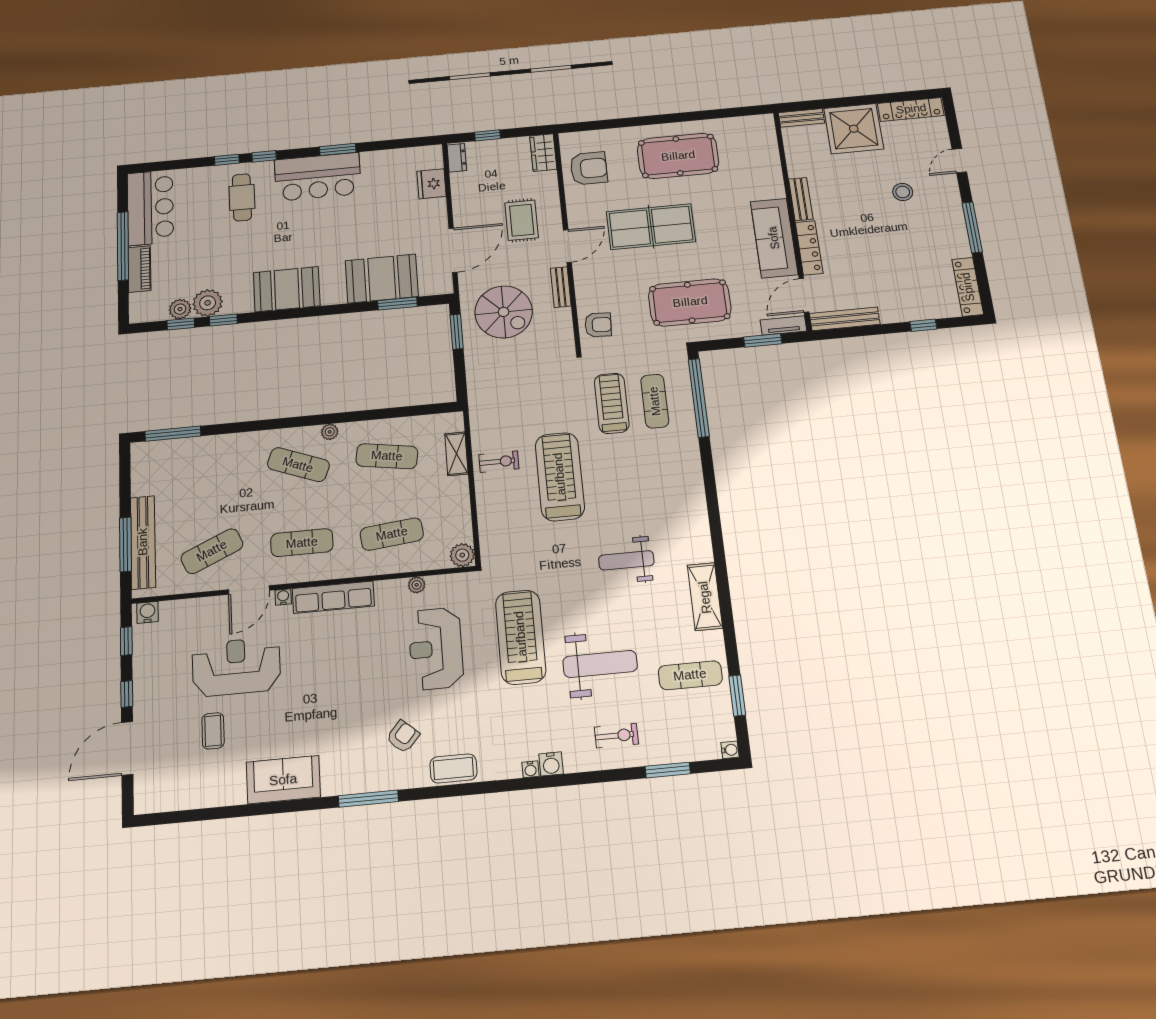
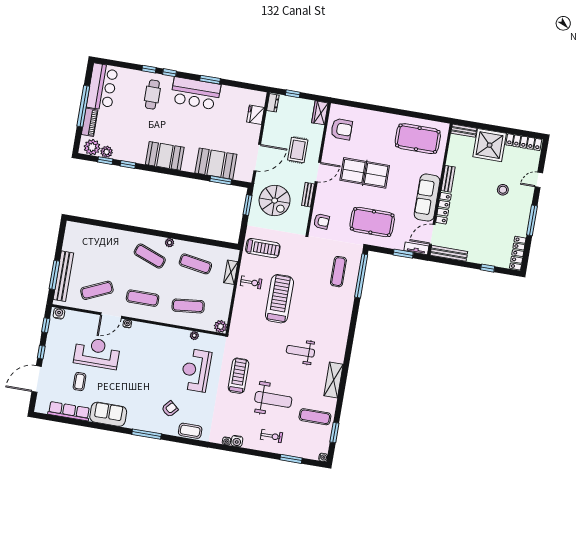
pool table: (678, 156) -> (418, 139), moved
plant: (208, 303) -> (92, 147), moved
treadmill: (612, 403) -> (263, 248), moved, turned 90
window: (173, 434) -> (89, 221), removed
row of seats: (333, 597) -> (69, 411), moved, turned 180
treadmill: (521, 637) -> (238, 376), width x0.73, depth x0.73

